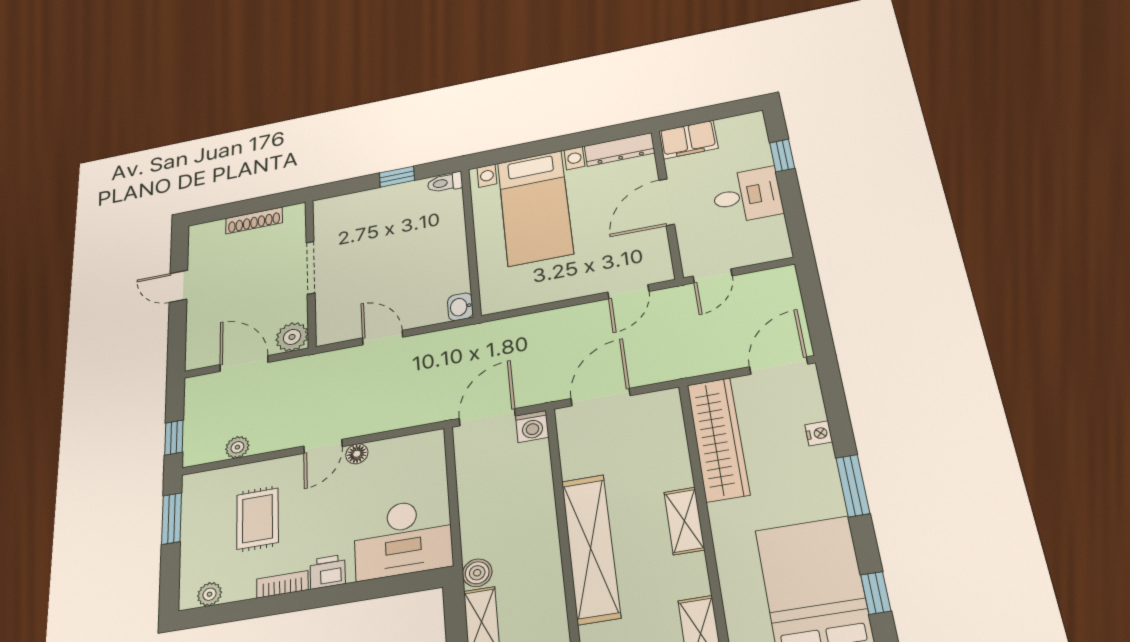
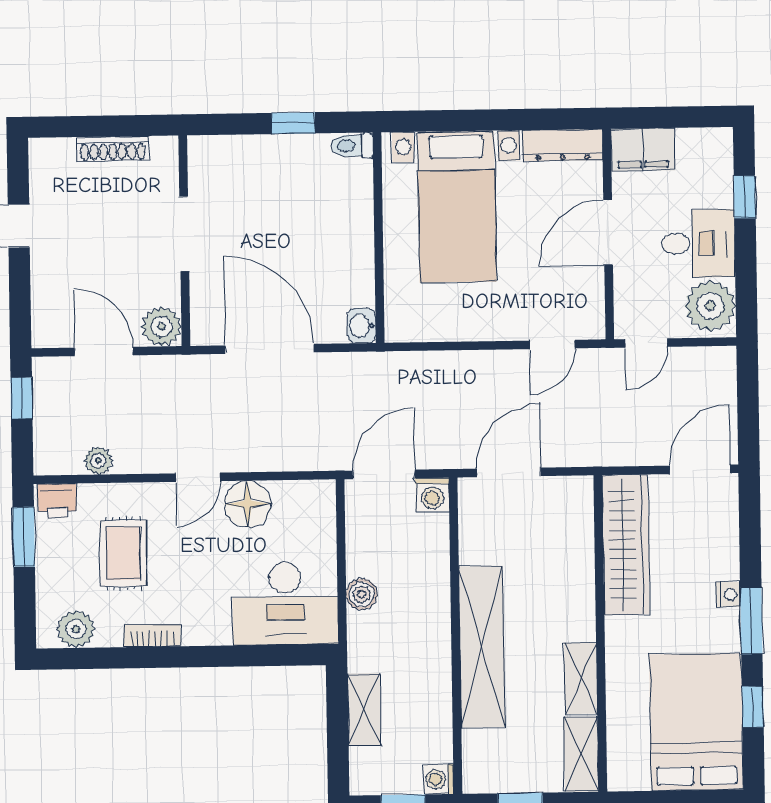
plant: (766, 238) -> (710, 306), added
door: (383, 338) -> (269, 349), width x1.88
nightstand: (819, 433) -> (728, 594), moved
window: (174, 438) -> (22, 398), moved
floor lamp: (357, 454) -> (248, 504), width x1.89, depth x1.89
shelving: (684, 521) -> (581, 678), moved
printer: (328, 572) -> (57, 501), moved, turned 180
boiler: (477, 573) -> (362, 594), moved
window: (876, 593) -> (753, 707), moved
plant: (209, 594) -> (76, 629), width x1.38, depth x1.38

